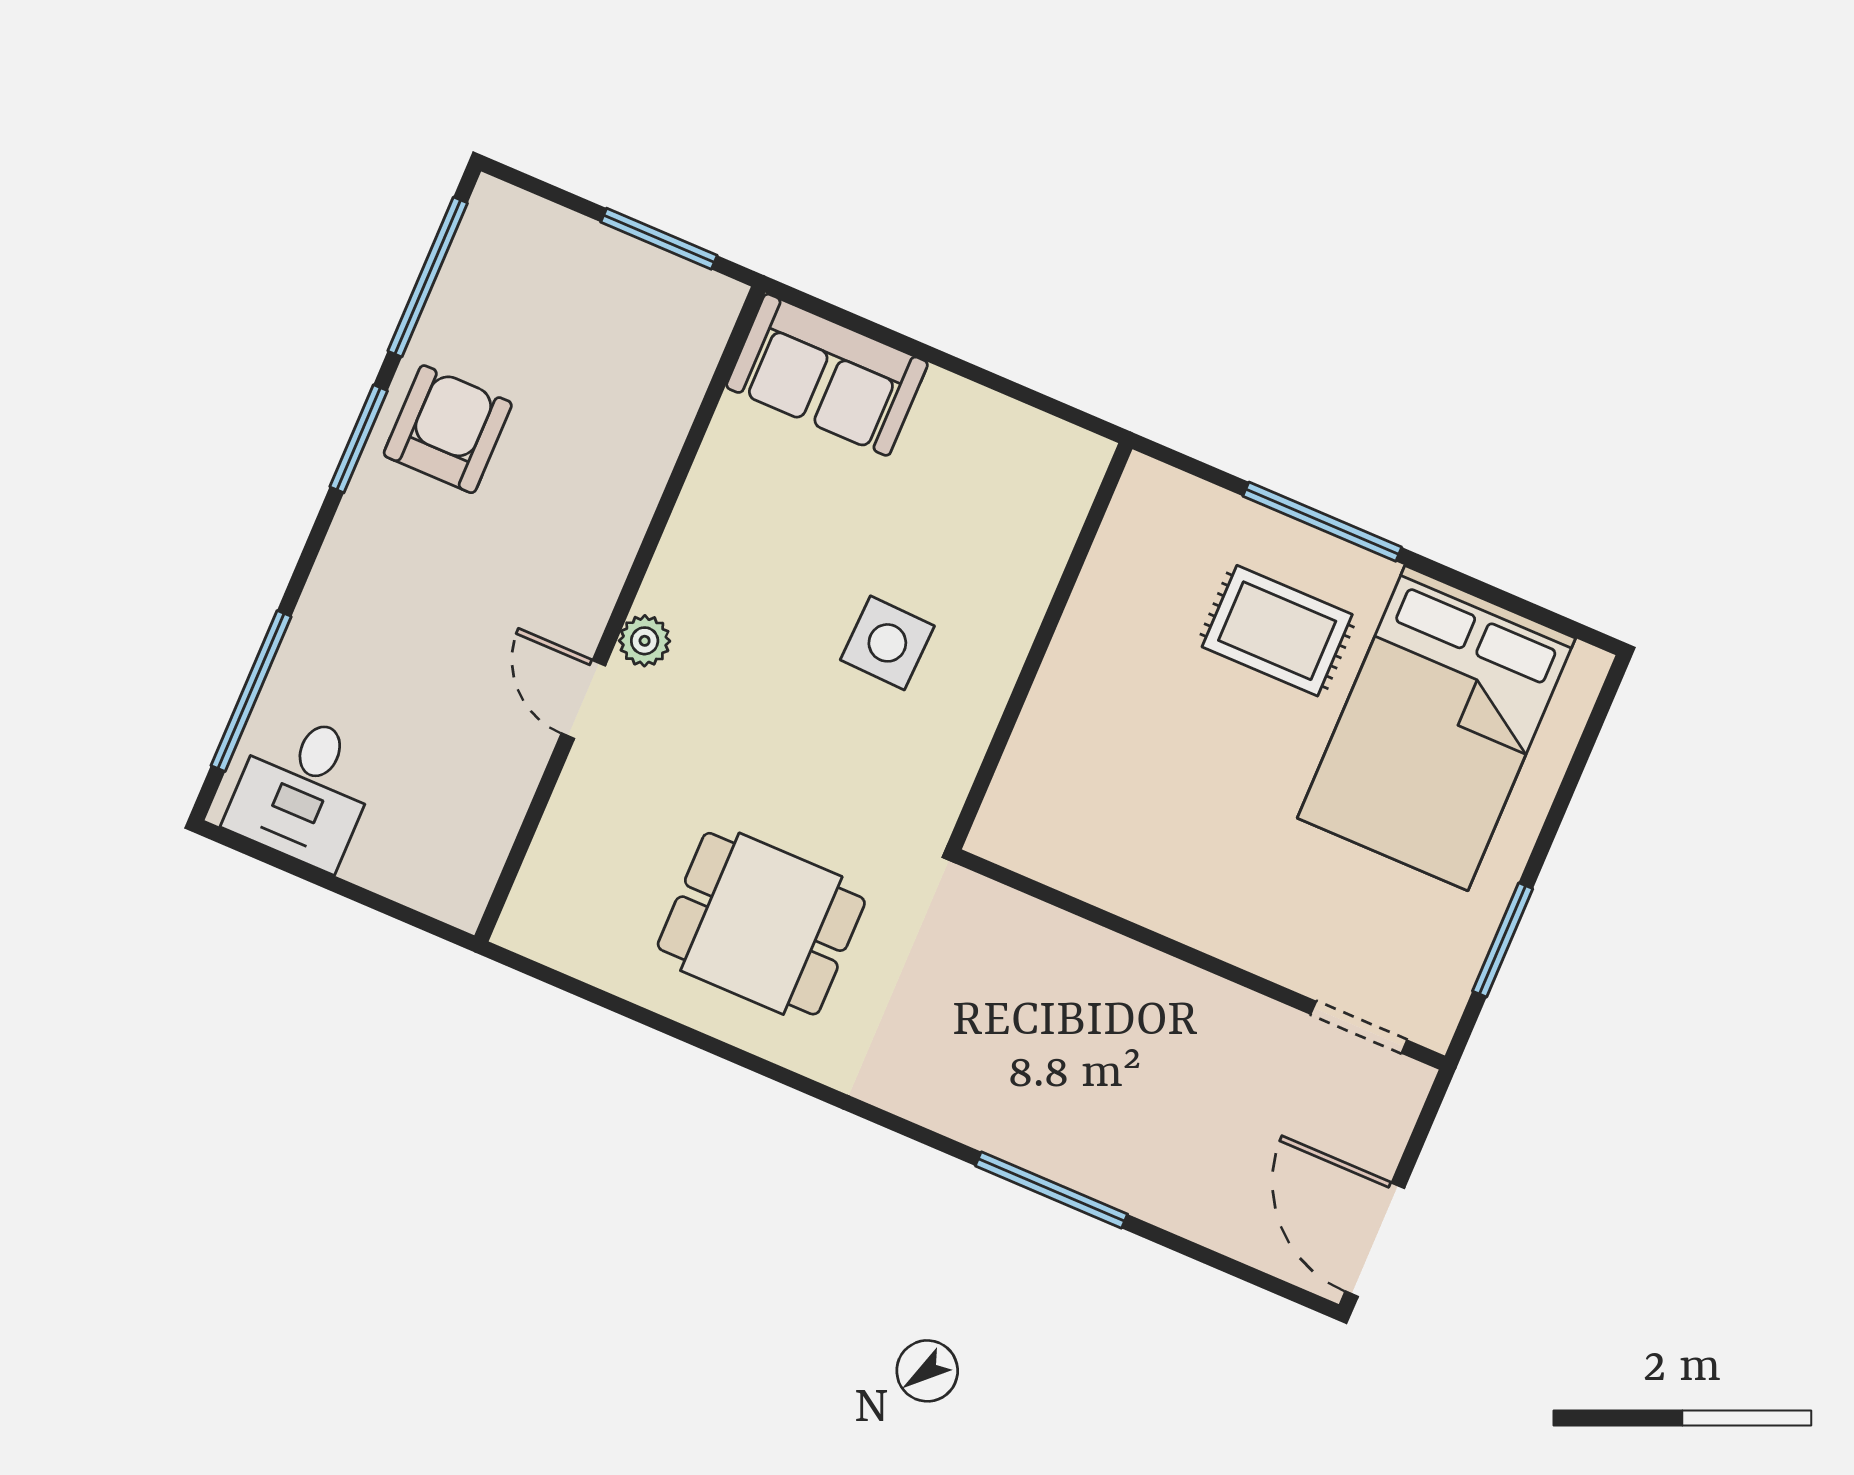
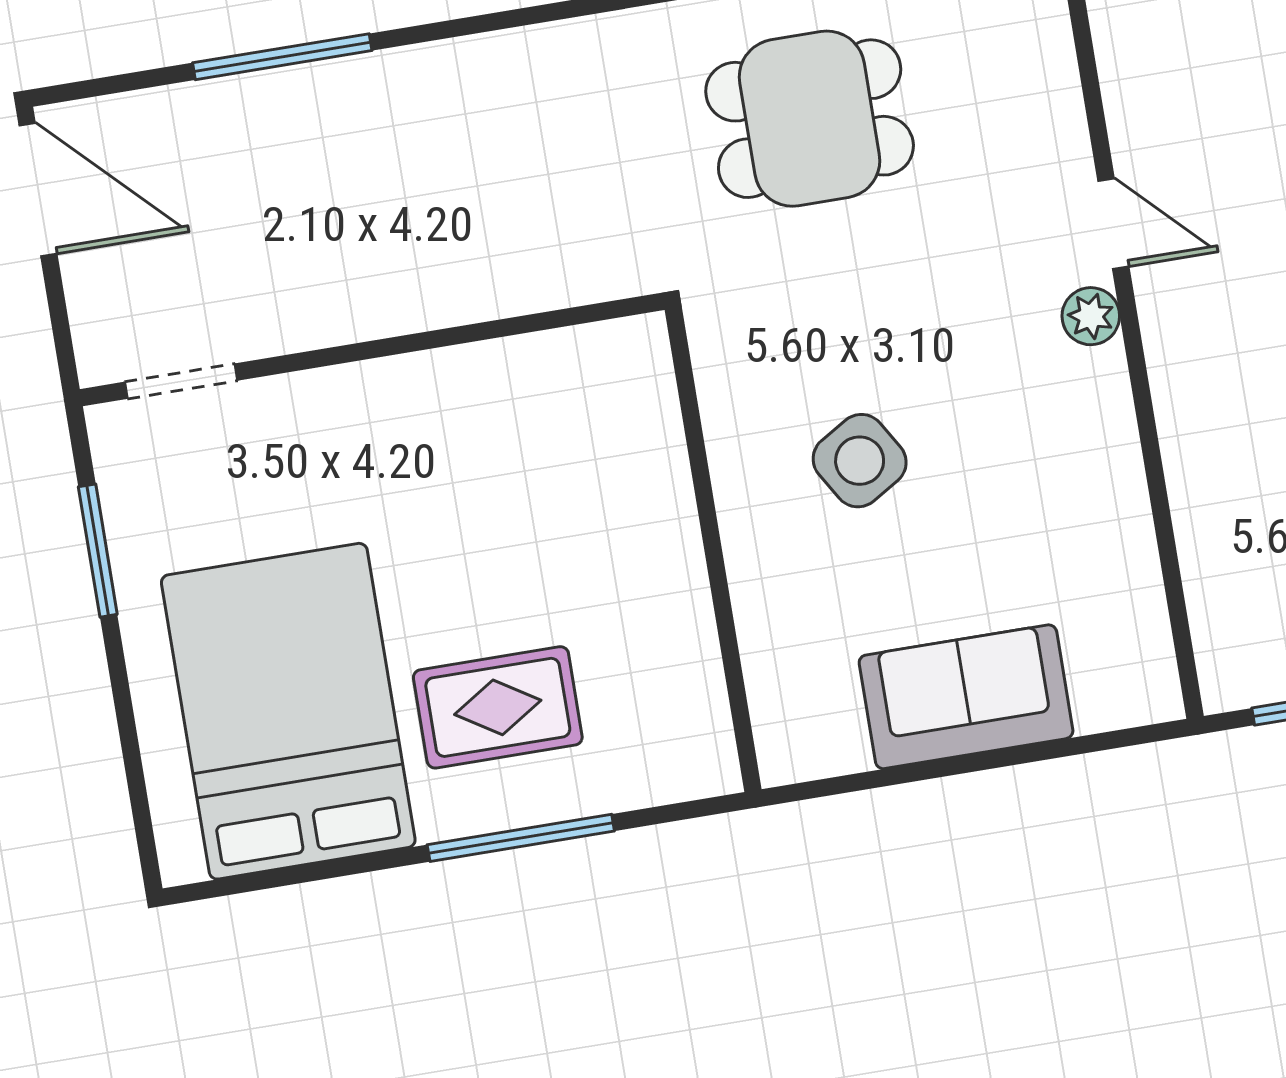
sofa: (827, 375) -> (966, 697), moved
side table: (887, 643) -> (860, 461), turned -33
window: (1051, 1190) -> (282, 57), moved

